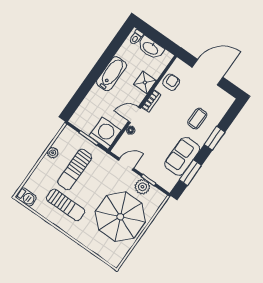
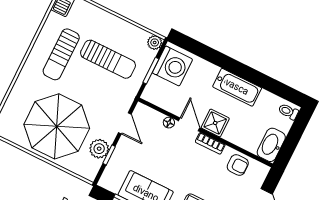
washbasin: (151, 48) -> (271, 145), moved
shower: (145, 82) -> (215, 123), moved
washing machine: (105, 133) -> (172, 66), moved
plant: (53, 153) -> (155, 43), moved
sun lounger: (75, 169) -> (108, 59), turned 180

